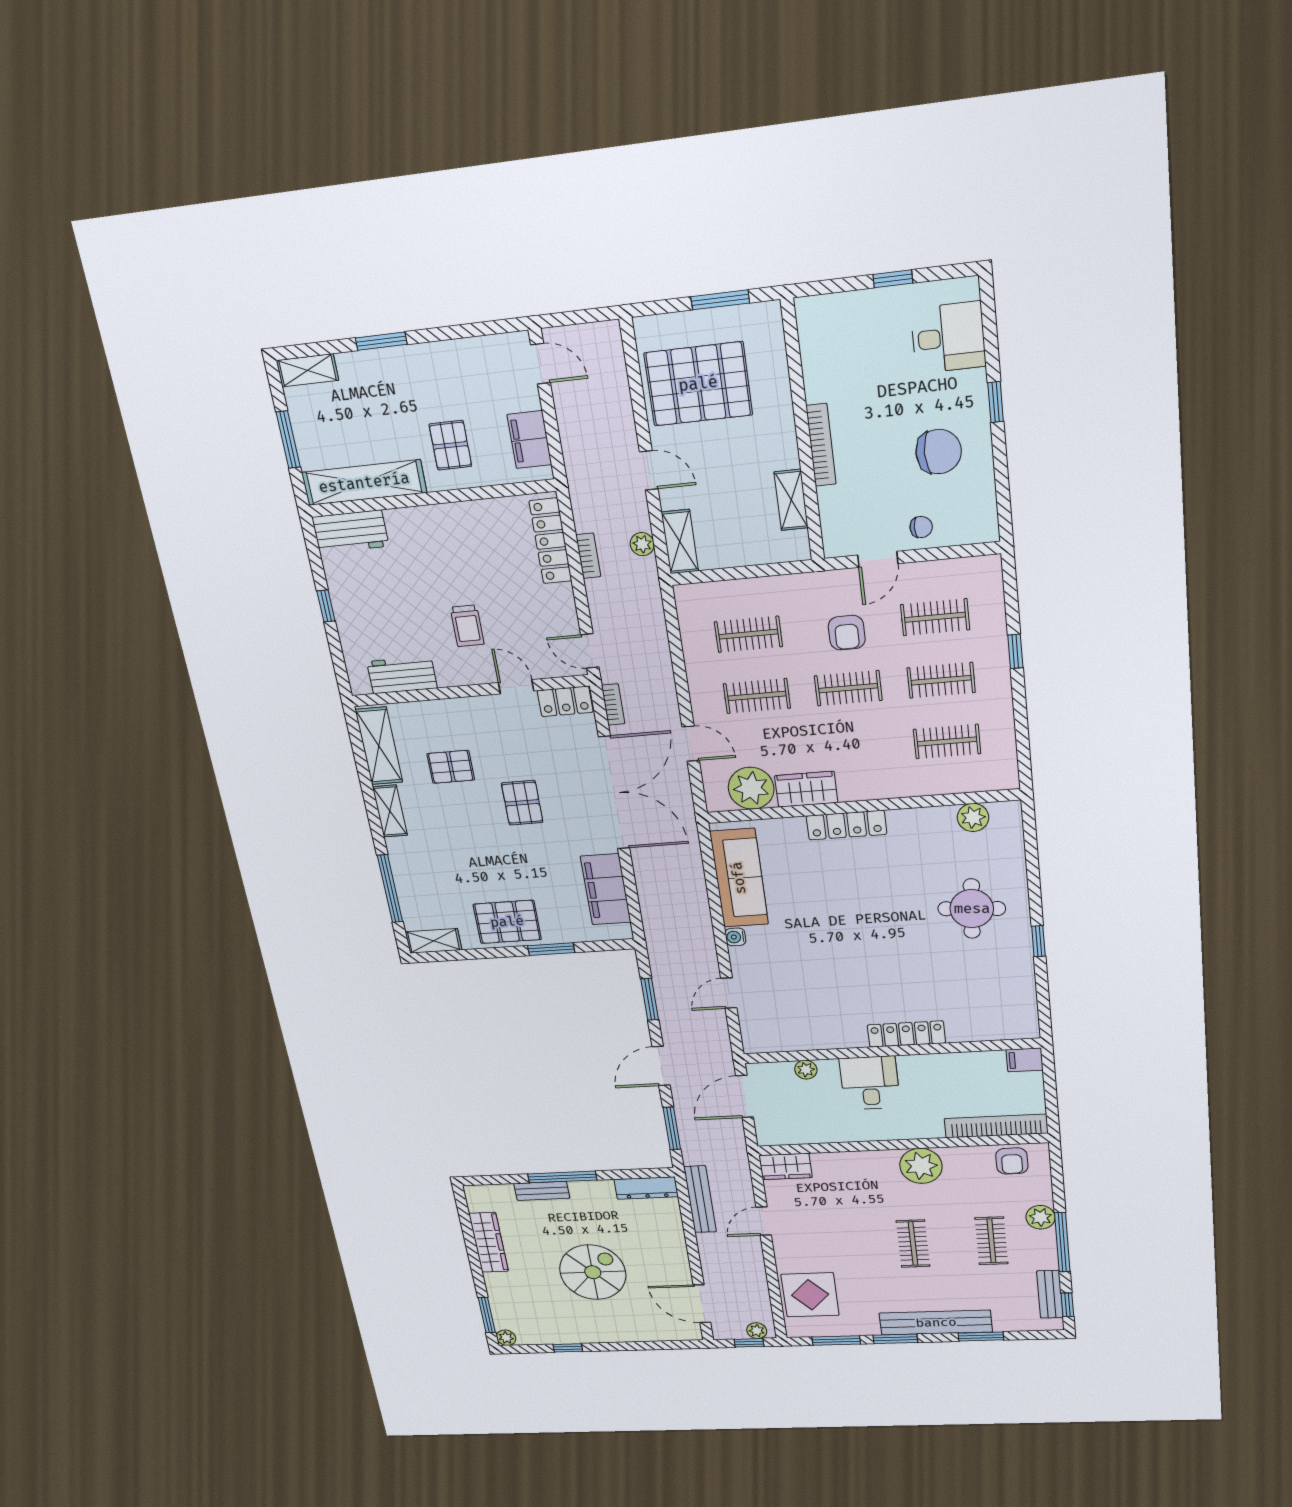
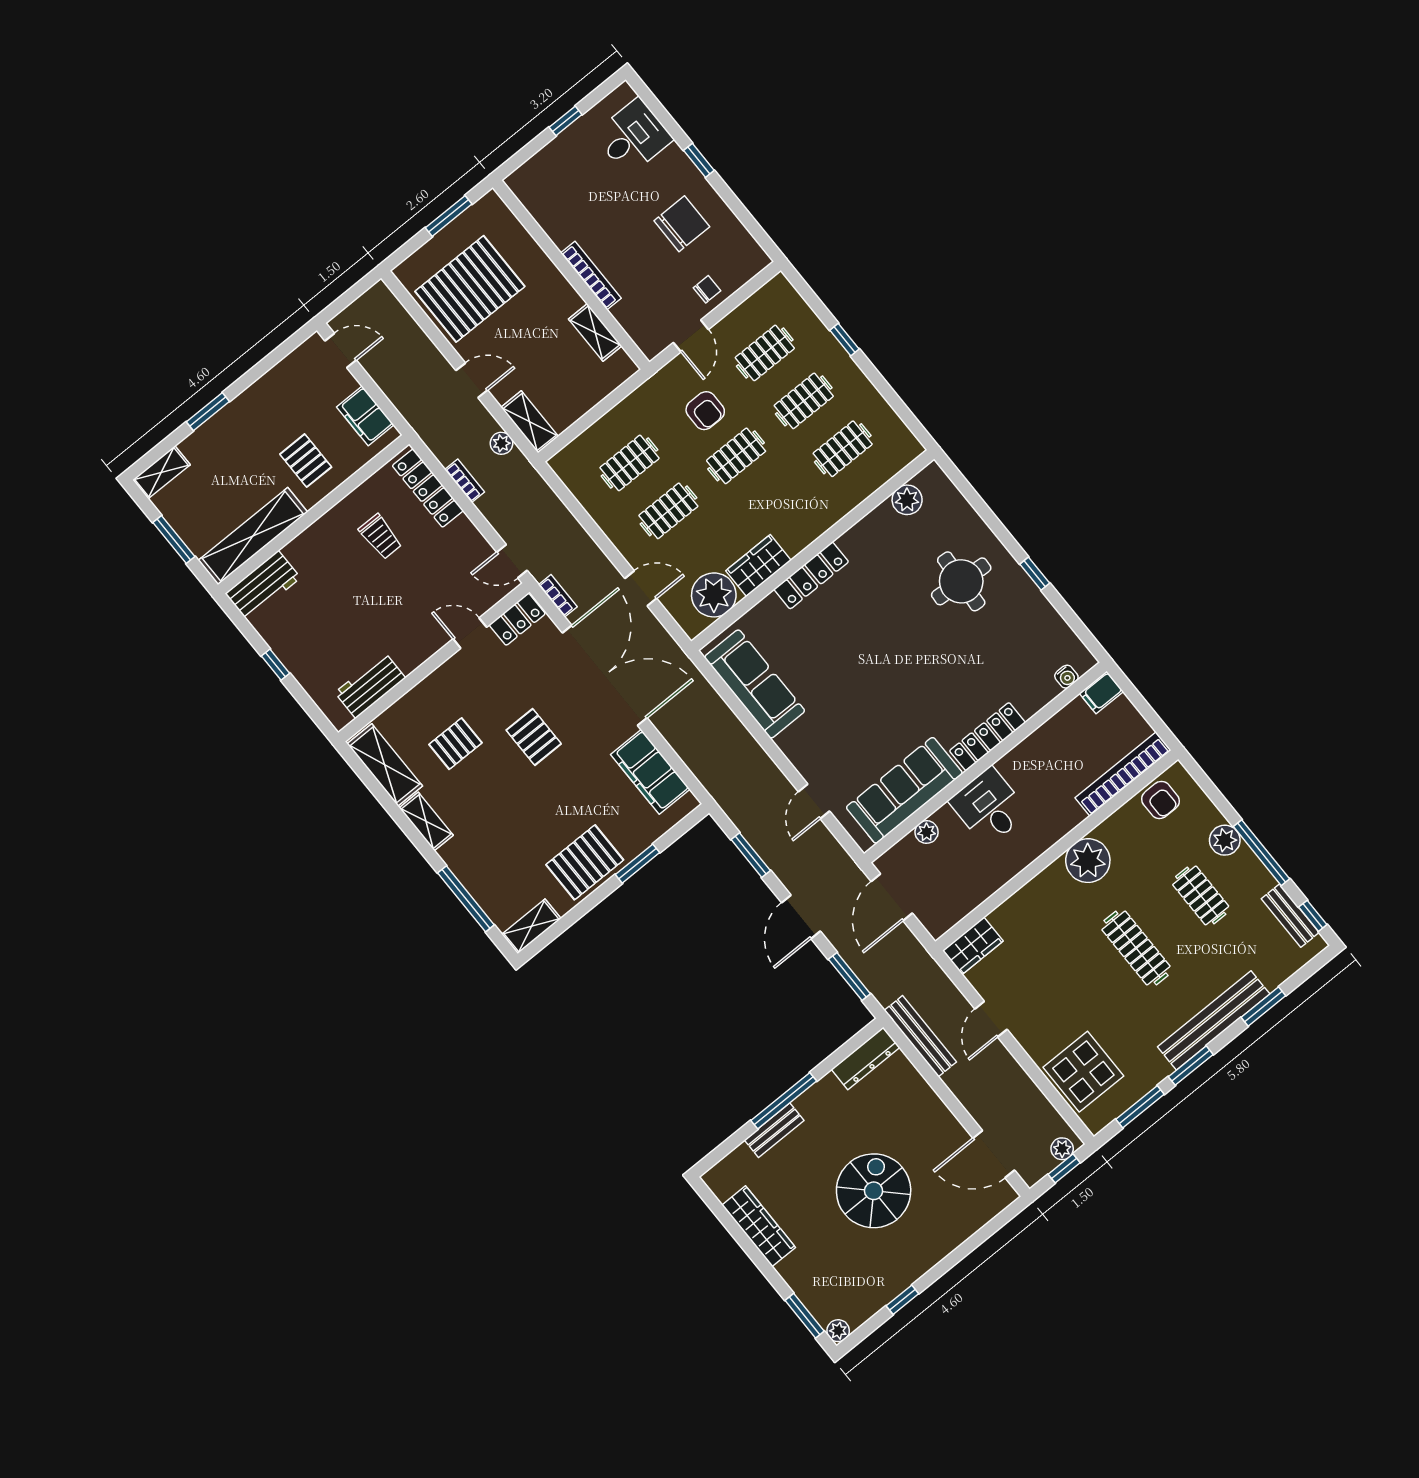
trolley: (467, 626) -> (380, 537), moved
water cooler: (735, 937) -> (1066, 677), moved, turned -90
sofa: (809, 1030) -> (904, 790), added
clothes rail: (913, 1244) -> (1136, 948), width x1.36

